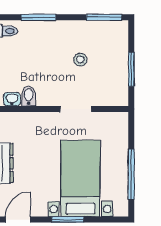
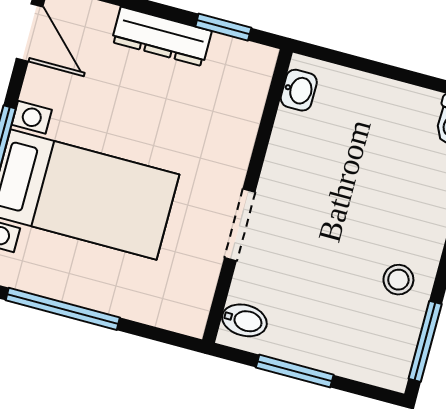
stool: (80, 60) -> (398, 280), moved
bidet: (29, 96) -> (244, 320), moved

